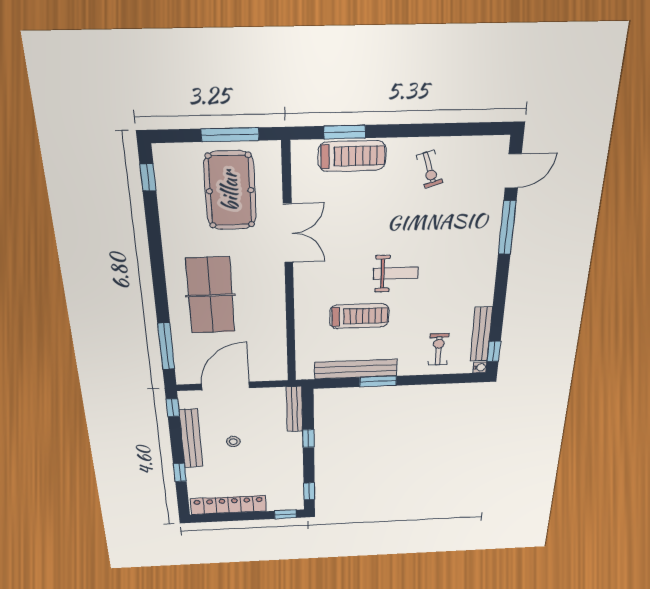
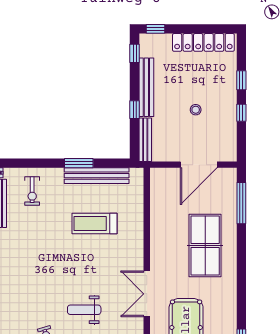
weight bench: (396, 273) -> (84, 310), moved
window: (173, 408) -> (241, 113), moved
bench: (191, 438) -> (146, 87), moved

